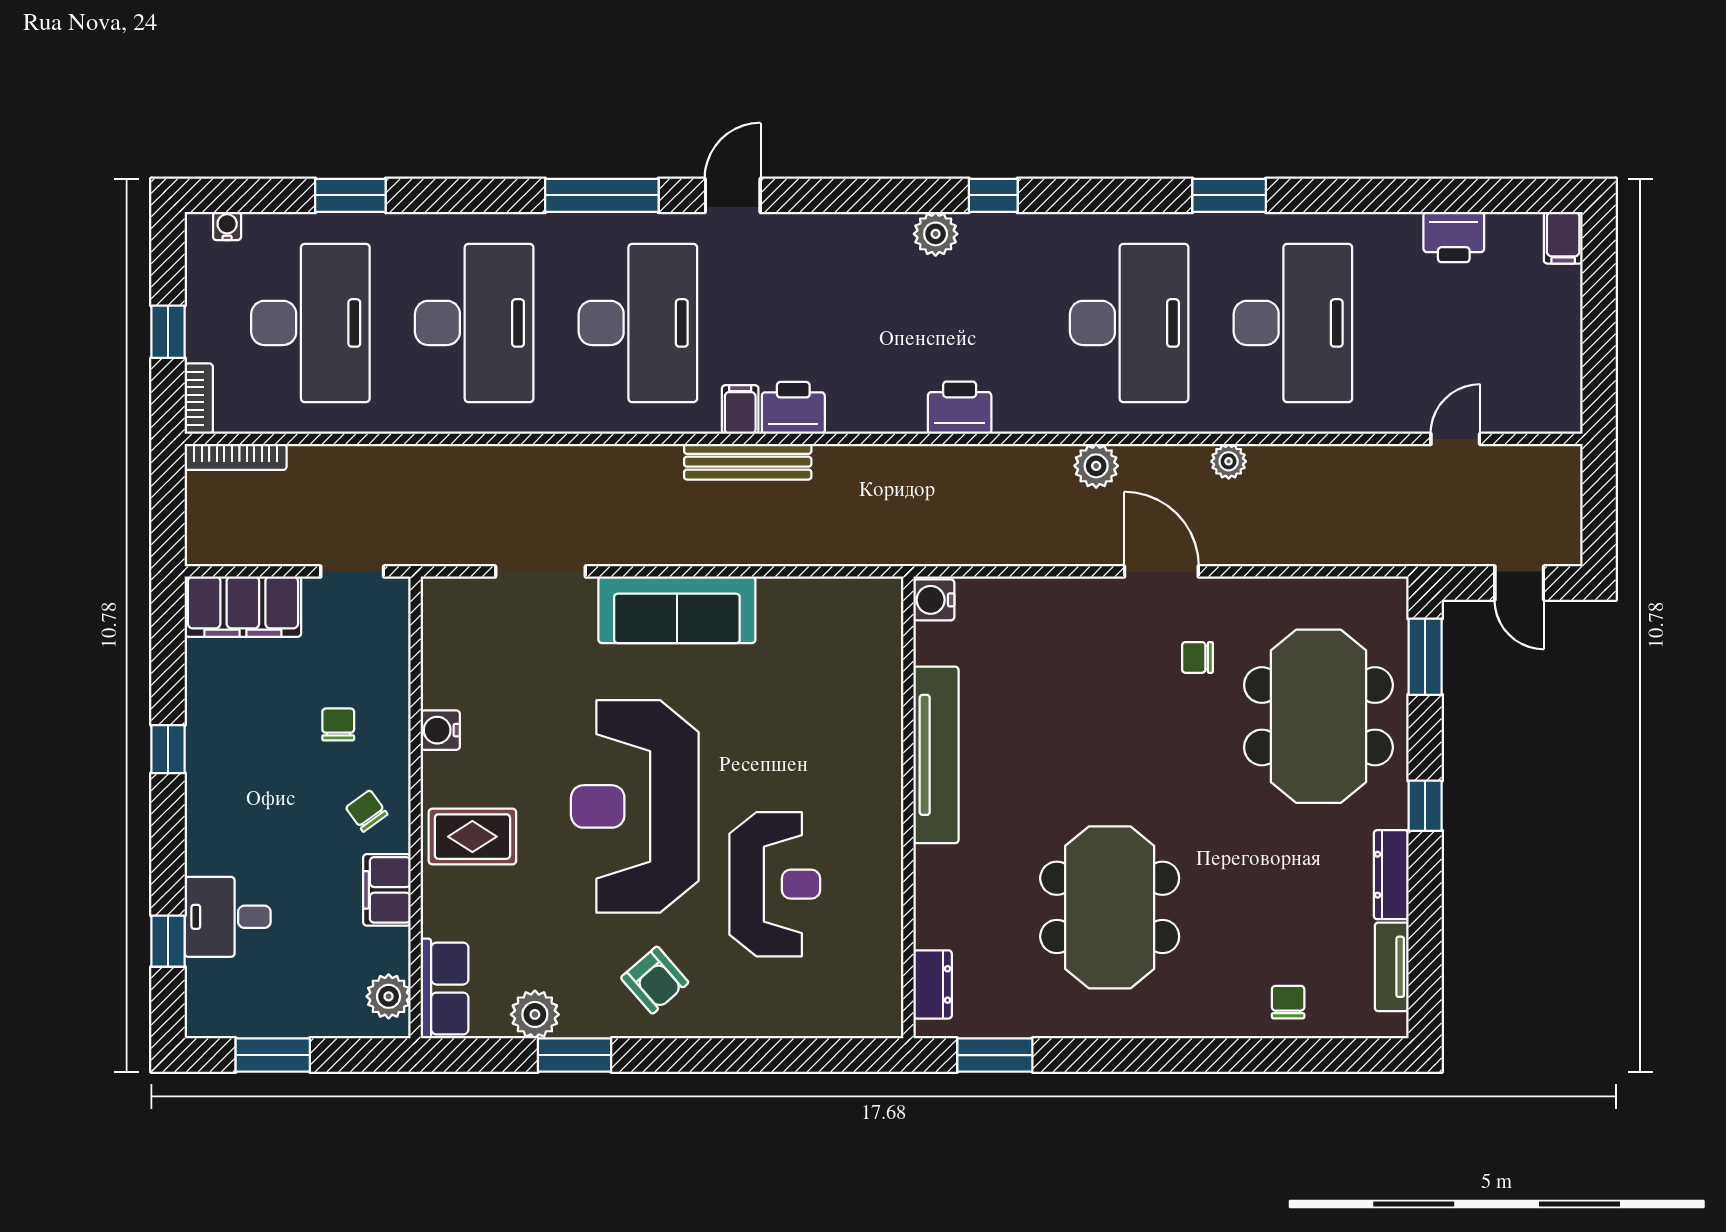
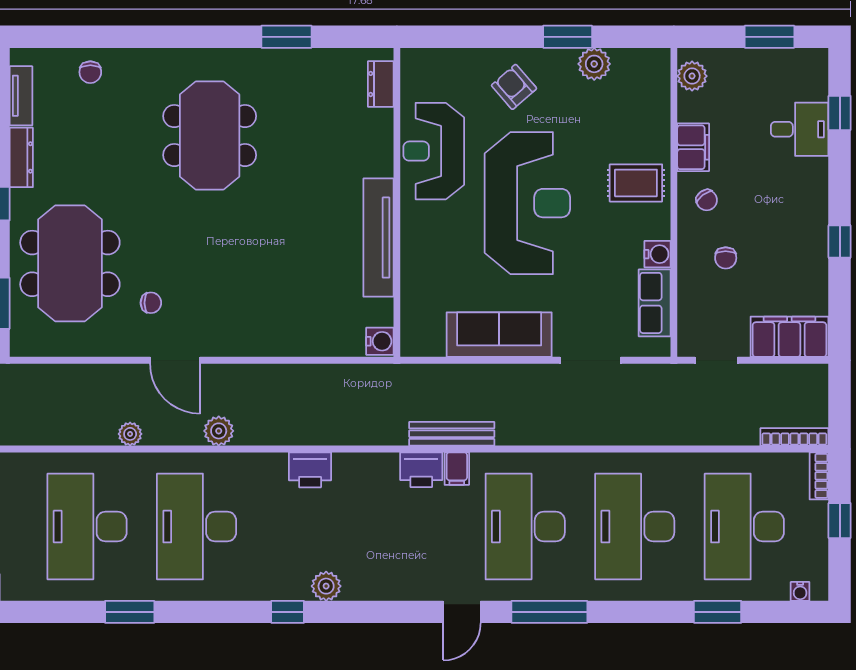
water cooler: (934, 600) -> (380, 341), moved
tv unit: (936, 755) -> (378, 238), moved
wall: (908, 807) -> (397, 202), moved
dresser: (933, 984) -> (381, 84), moved
row of seats: (445, 989) -> (655, 303), moved

